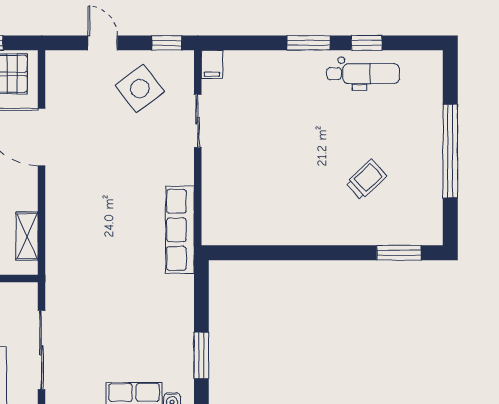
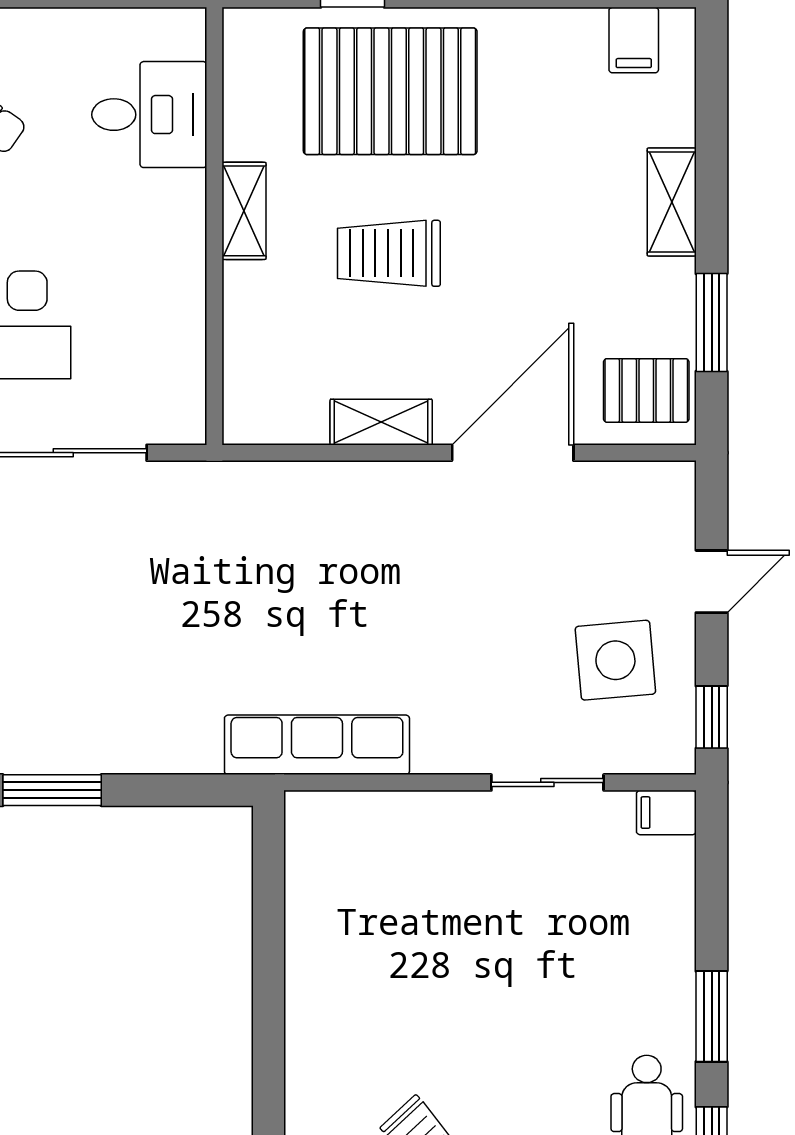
side table: (140, 88) -> (615, 660), turned 32
shelving: (27, 236) -> (381, 422), moved

